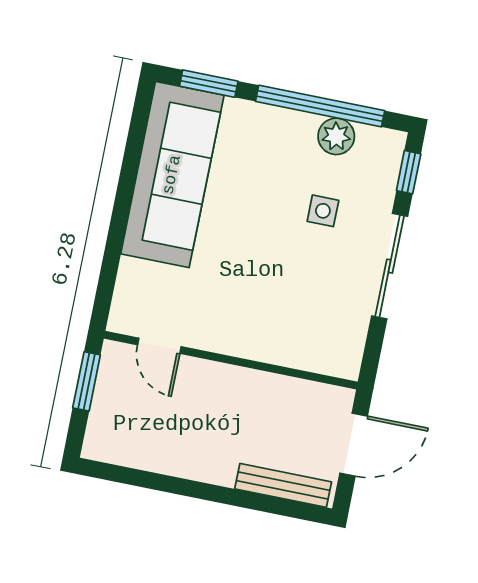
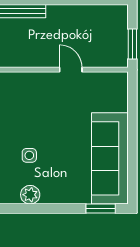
window: (320, 106) -> (41, 209), removed
door: (159, 346) -> (71, 70), moved

